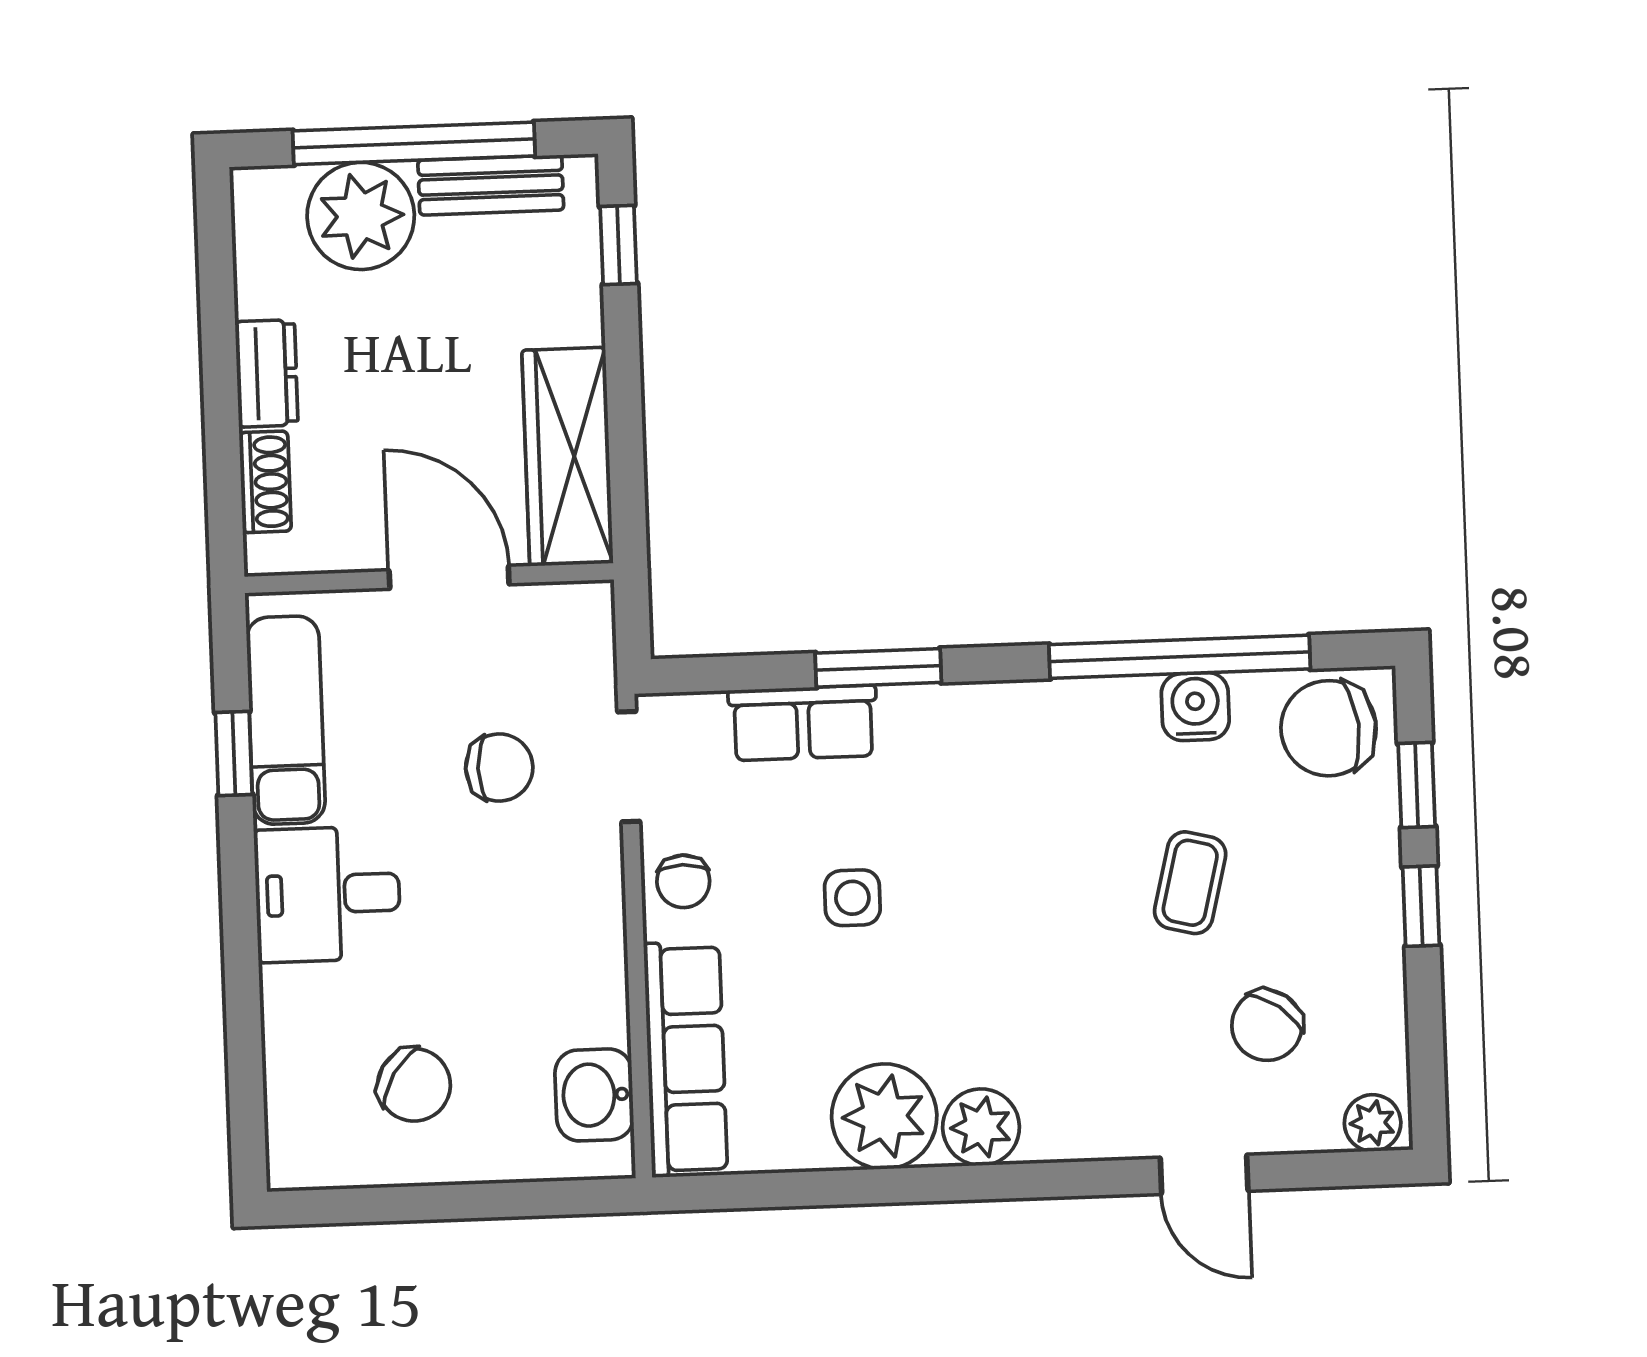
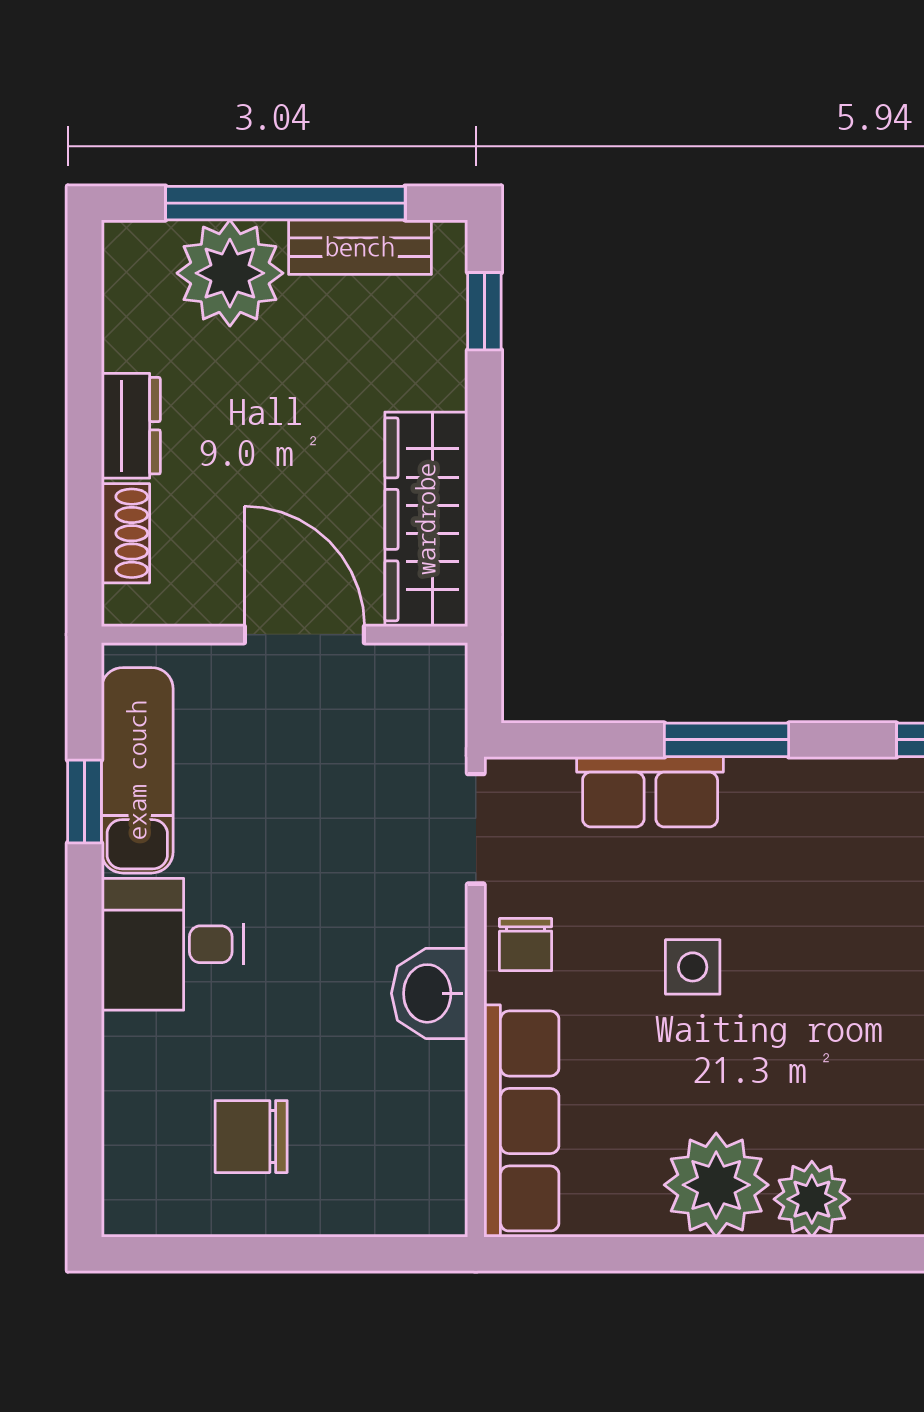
chair: (499, 768) -> (347, 825), removed
chair: (414, 1085) -> (251, 1137), turned 148
washbasin: (594, 1095) -> (429, 993), moved

